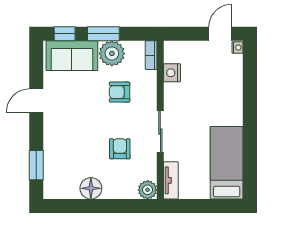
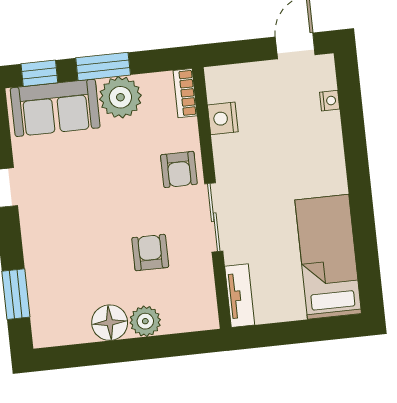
nightstand: (238, 48) -> (330, 101), moved
armchair: (120, 92) -> (179, 169), moved, turned -90
plant: (148, 190) -> (145, 321), moved

